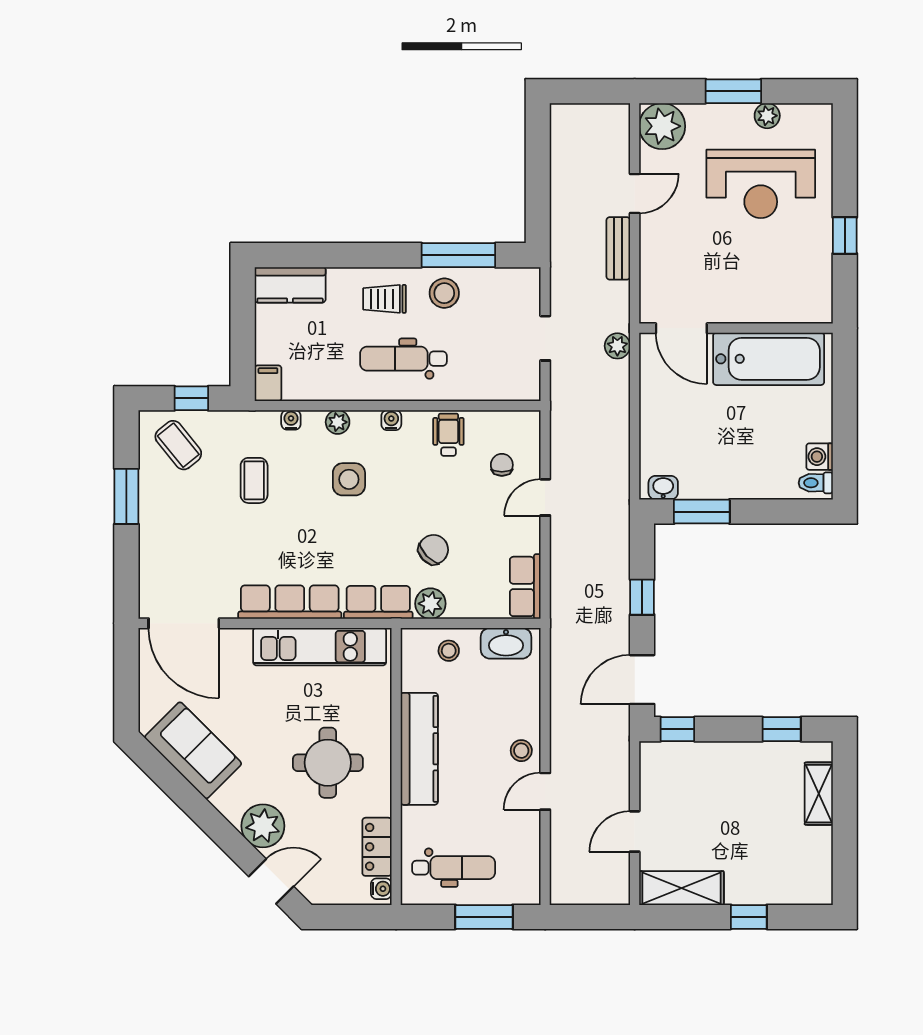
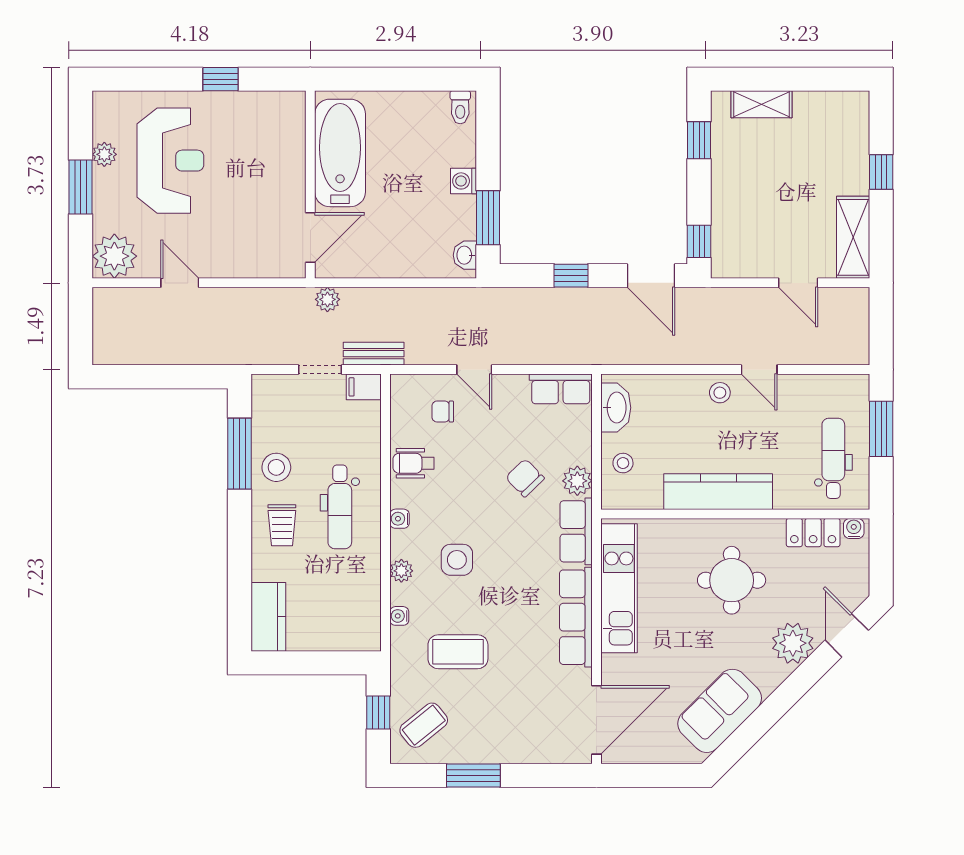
bench: (618, 248) -> (374, 354), moved
filing cabinet: (268, 383) -> (364, 387), moved
washing machine: (820, 457) -> (464, 181), moved, turned 90
coffee table: (254, 480) -> (458, 652), width x1.36, depth x1.30

